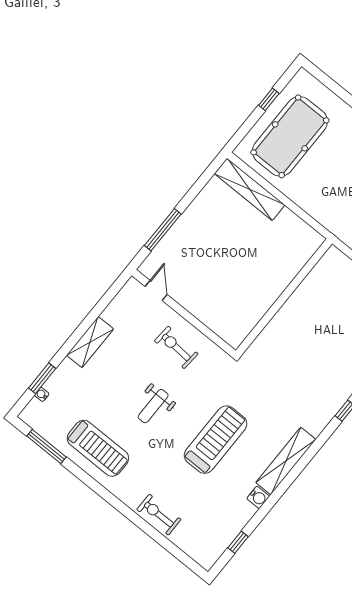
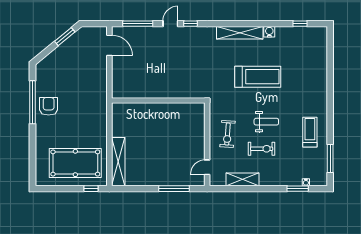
window: (269, 99) -> (91, 189), moved
shelving: (90, 342) -> (242, 179), moved
treadmill: (216, 440) -> (258, 77), turned 180
treadmill: (98, 448) -> (310, 132), width x0.73, depth x0.73
exercise bike: (159, 515) -> (262, 149), moved, turned -90

